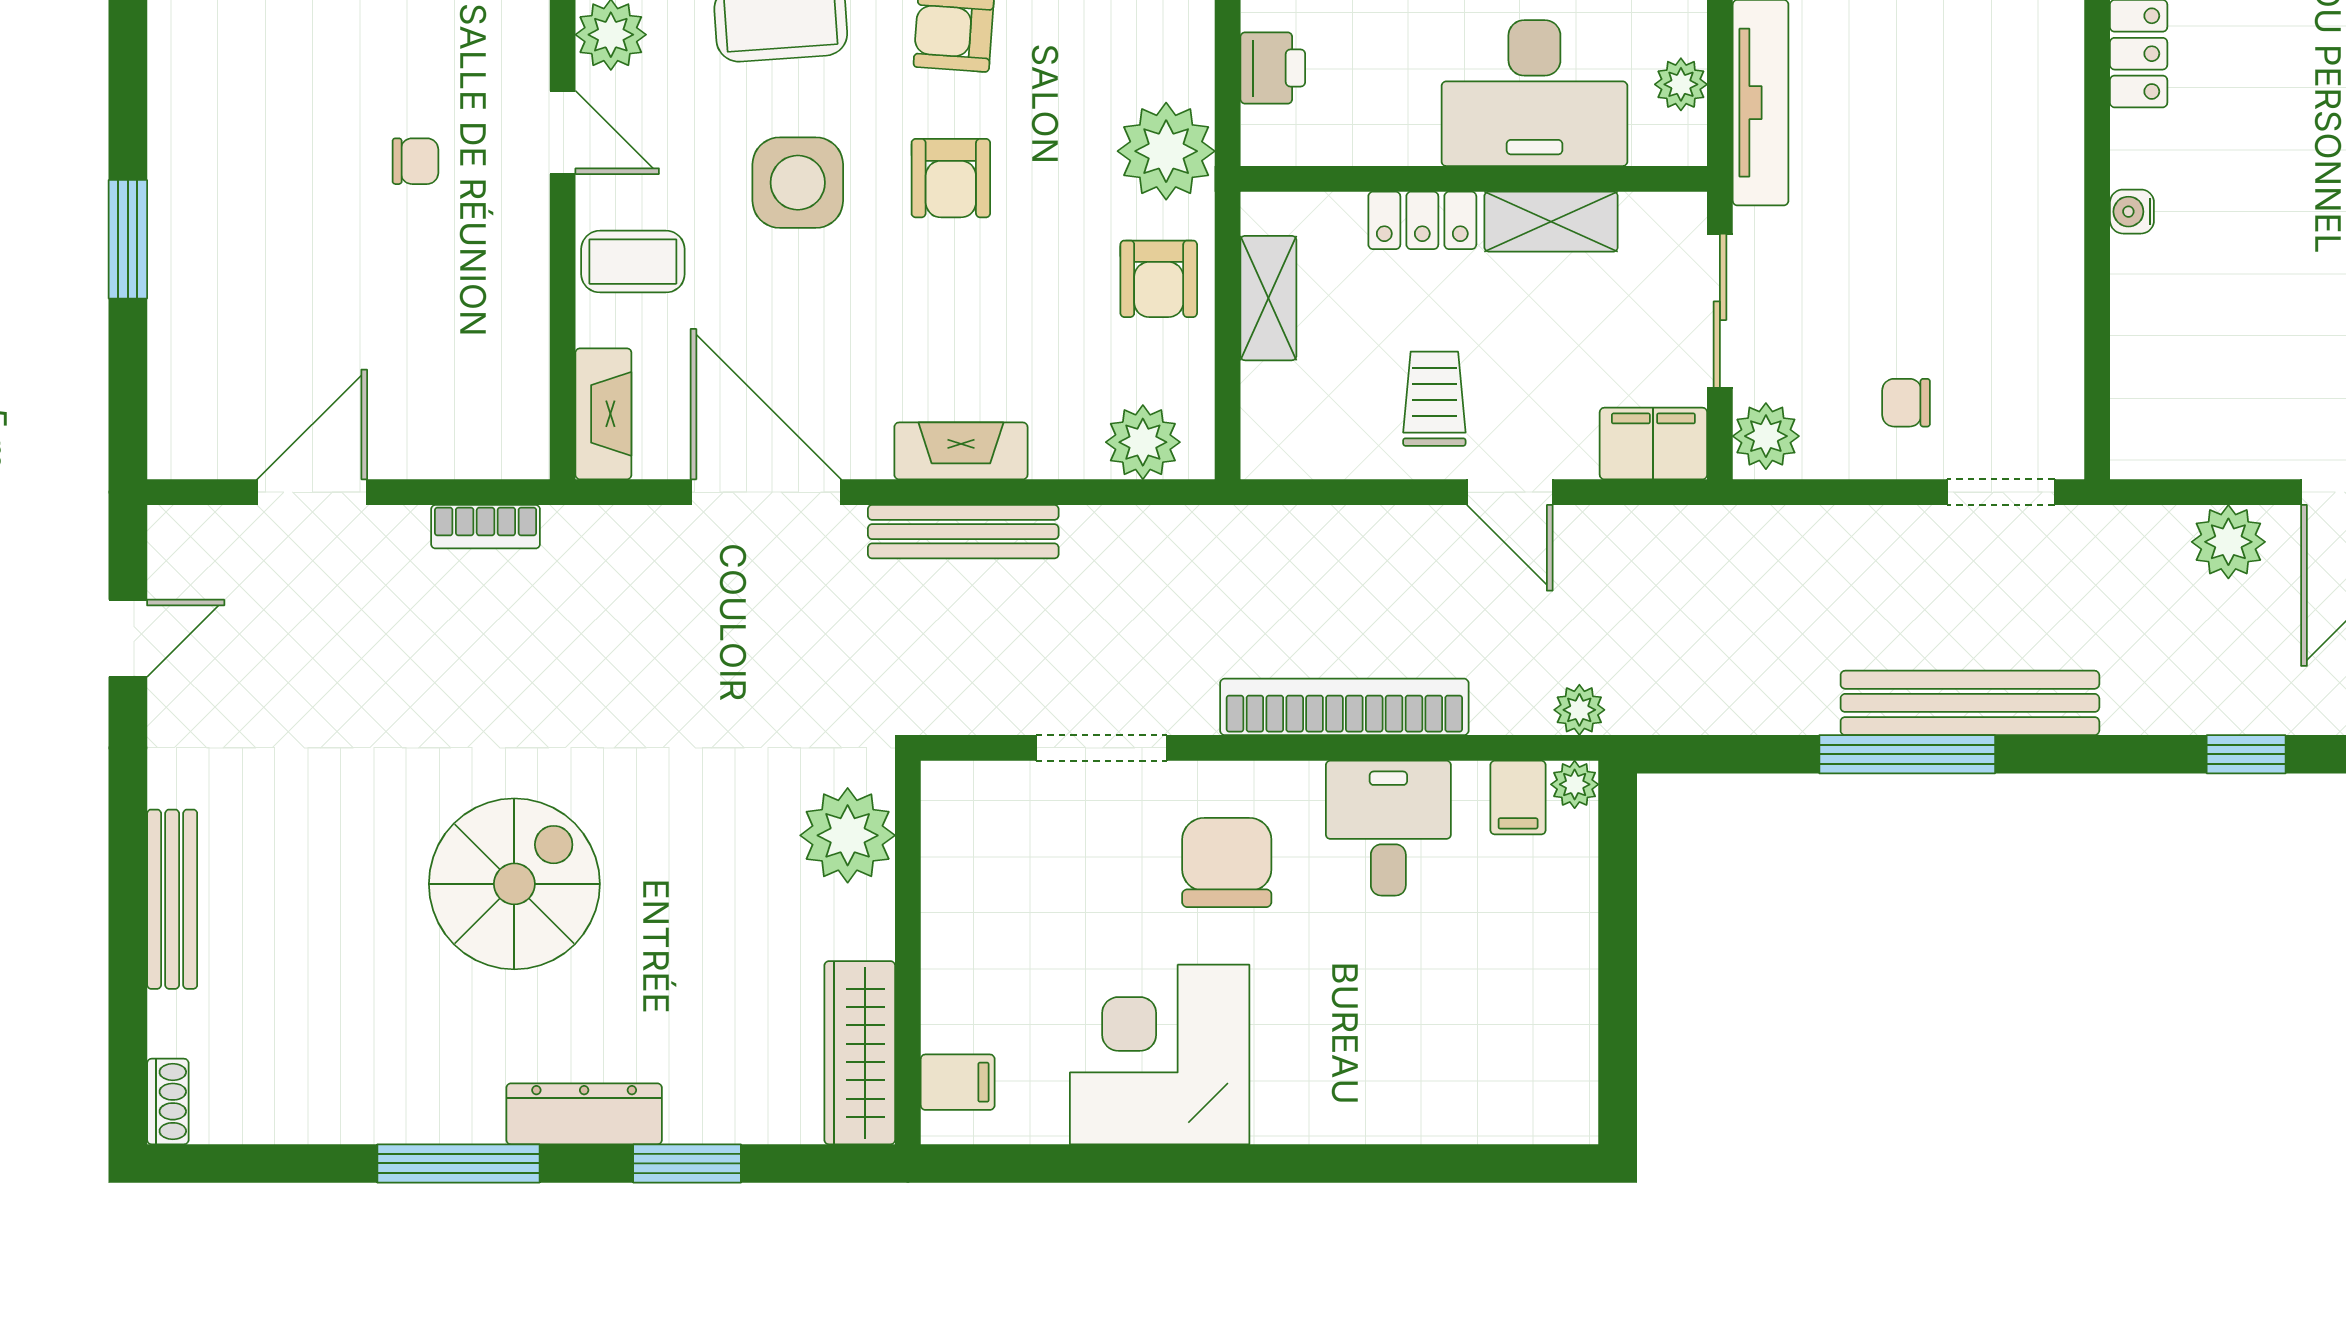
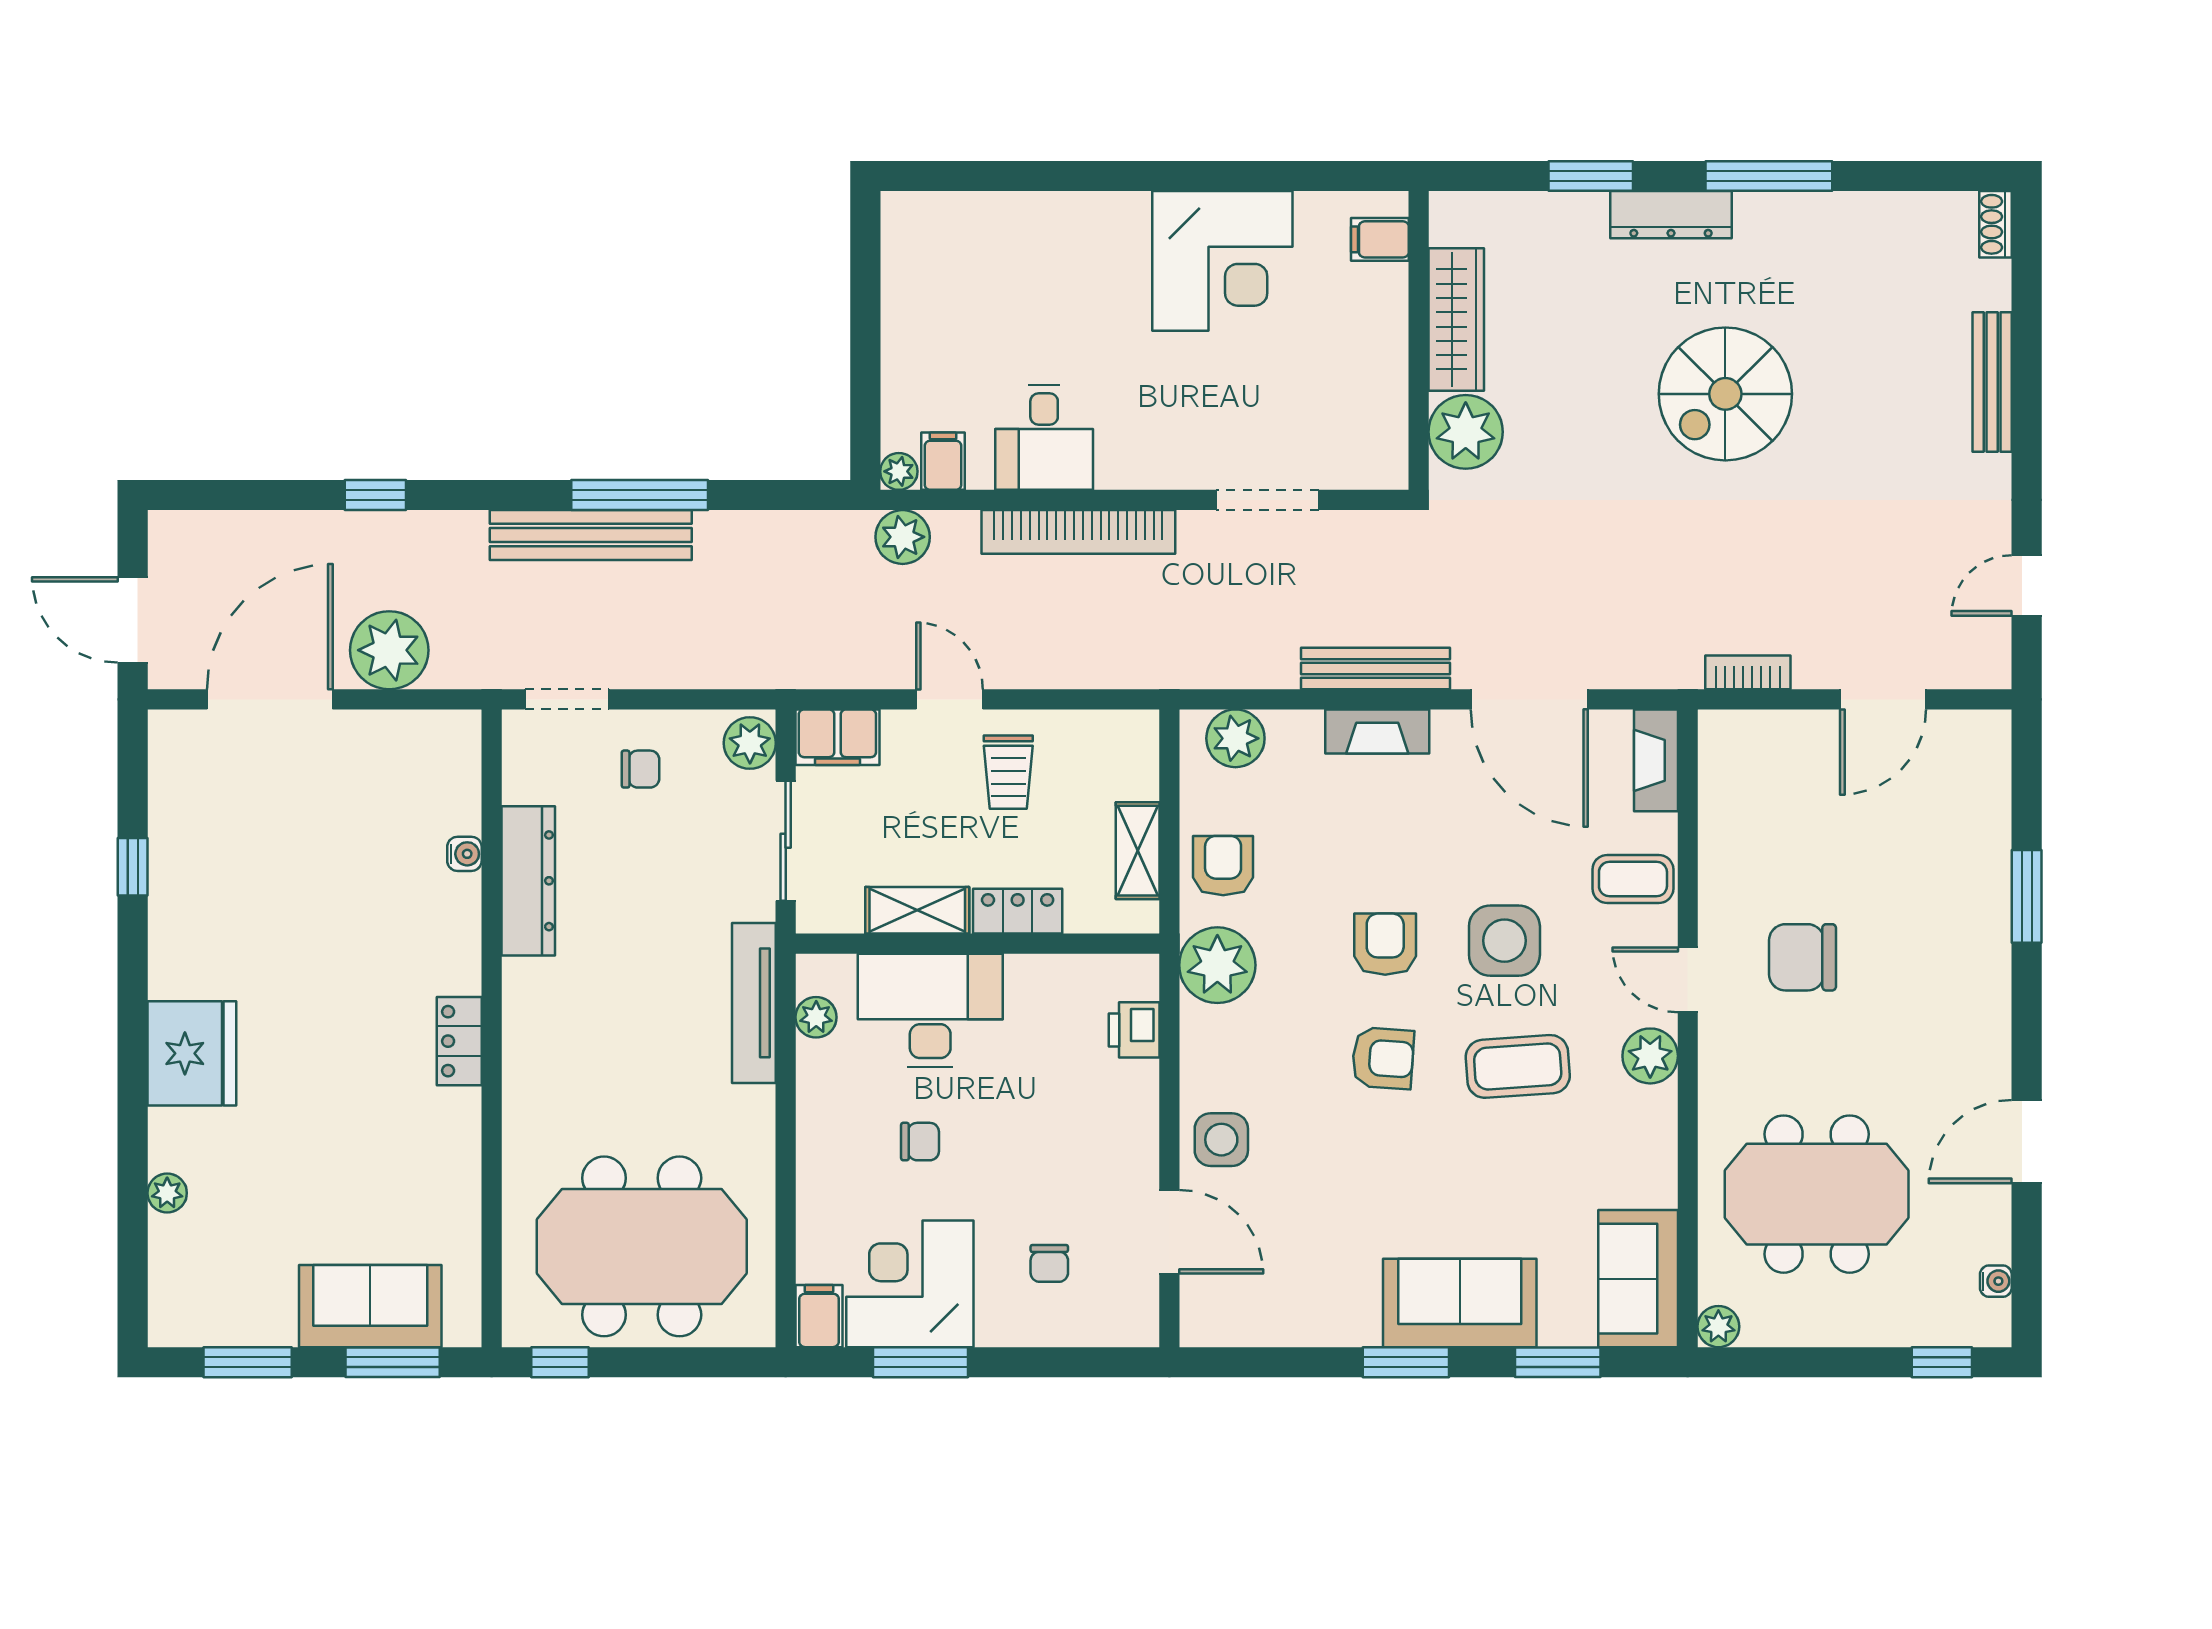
chair: (415, 161) -> (1803, 957), width x1.87, depth x1.87
water cooler: (2132, 212) -> (464, 854), moved
dresser: (2050, 259) -> (528, 881), added
plant: (2228, 542) -> (389, 650), width x1.36, depth x1.36
plant: (1579, 710) -> (903, 537), width x1.38, depth x1.38
chair: (1227, 863) -> (1170, 411), removed
wardrobe: (860, 1053) -> (1456, 319), moved

